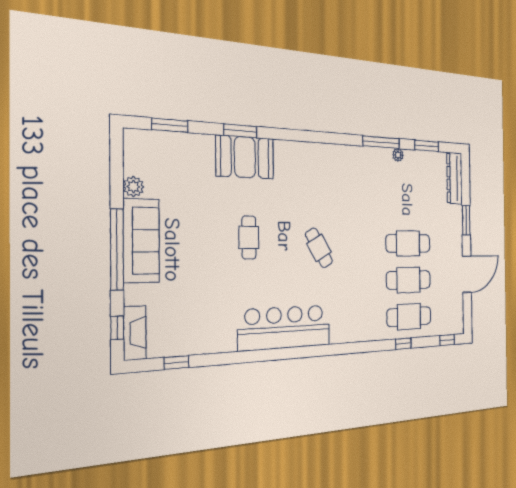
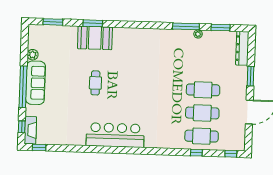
cafe table: (319, 248) -> (139, 90), removed
window: (177, 362) -> (39, 147), moved

